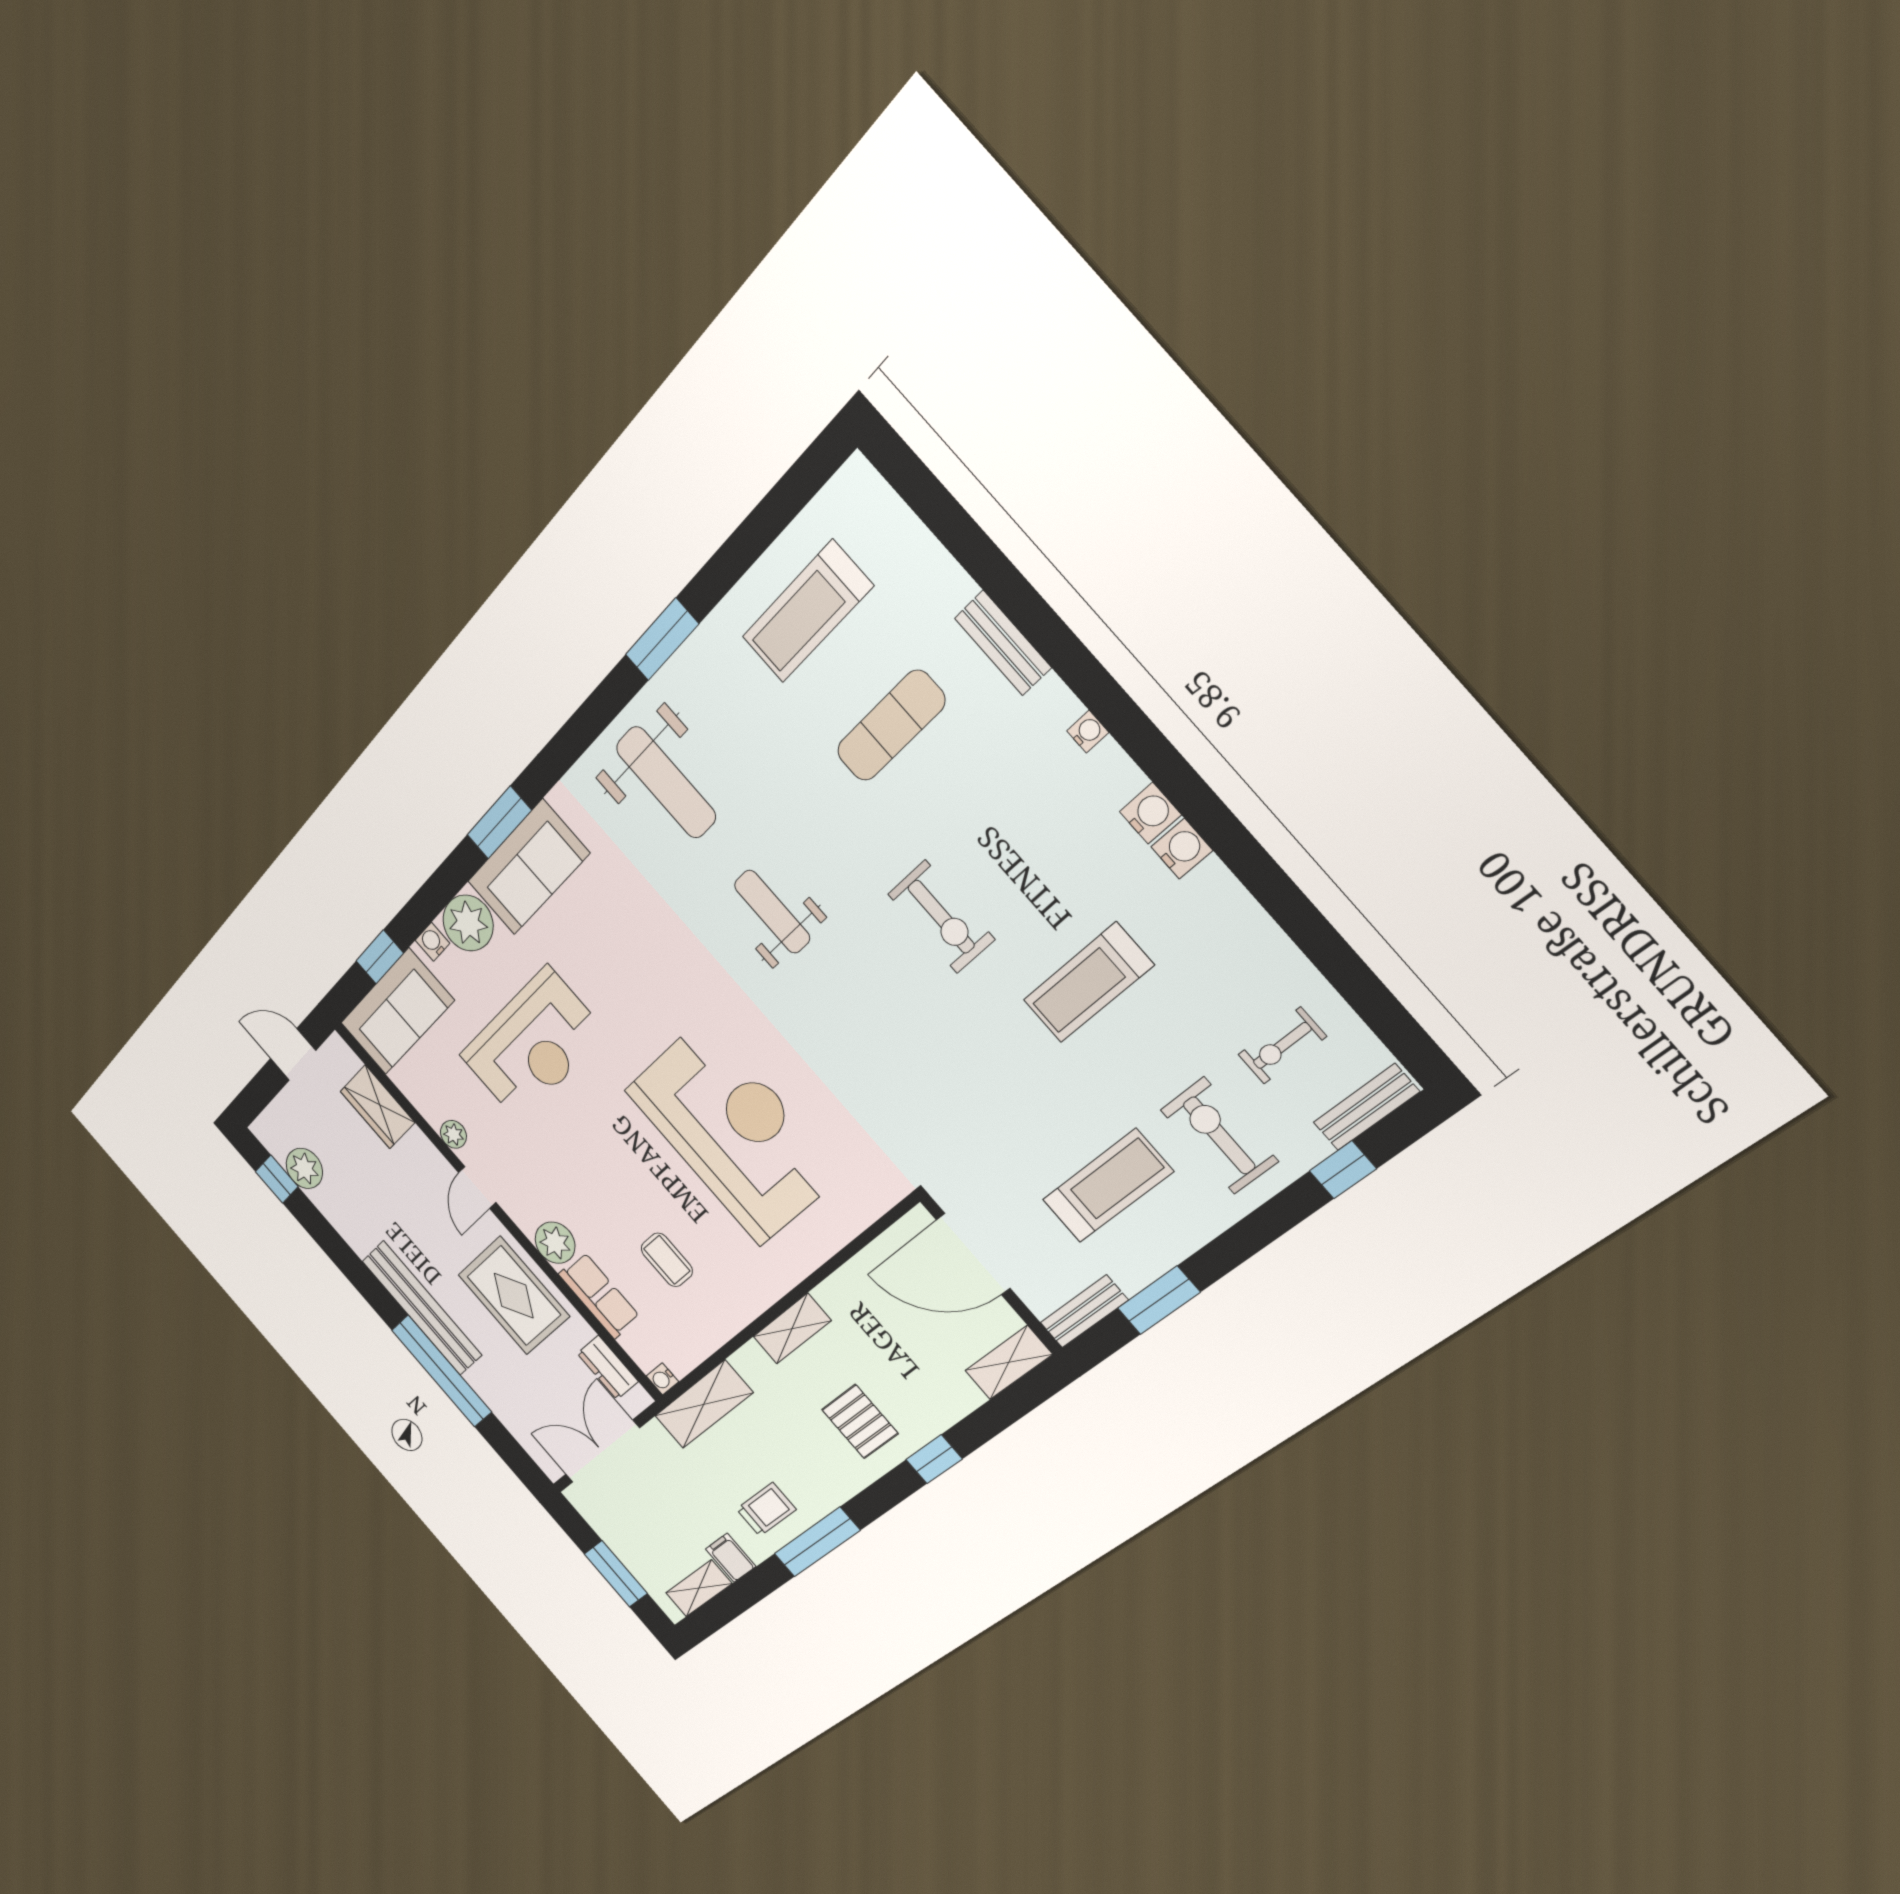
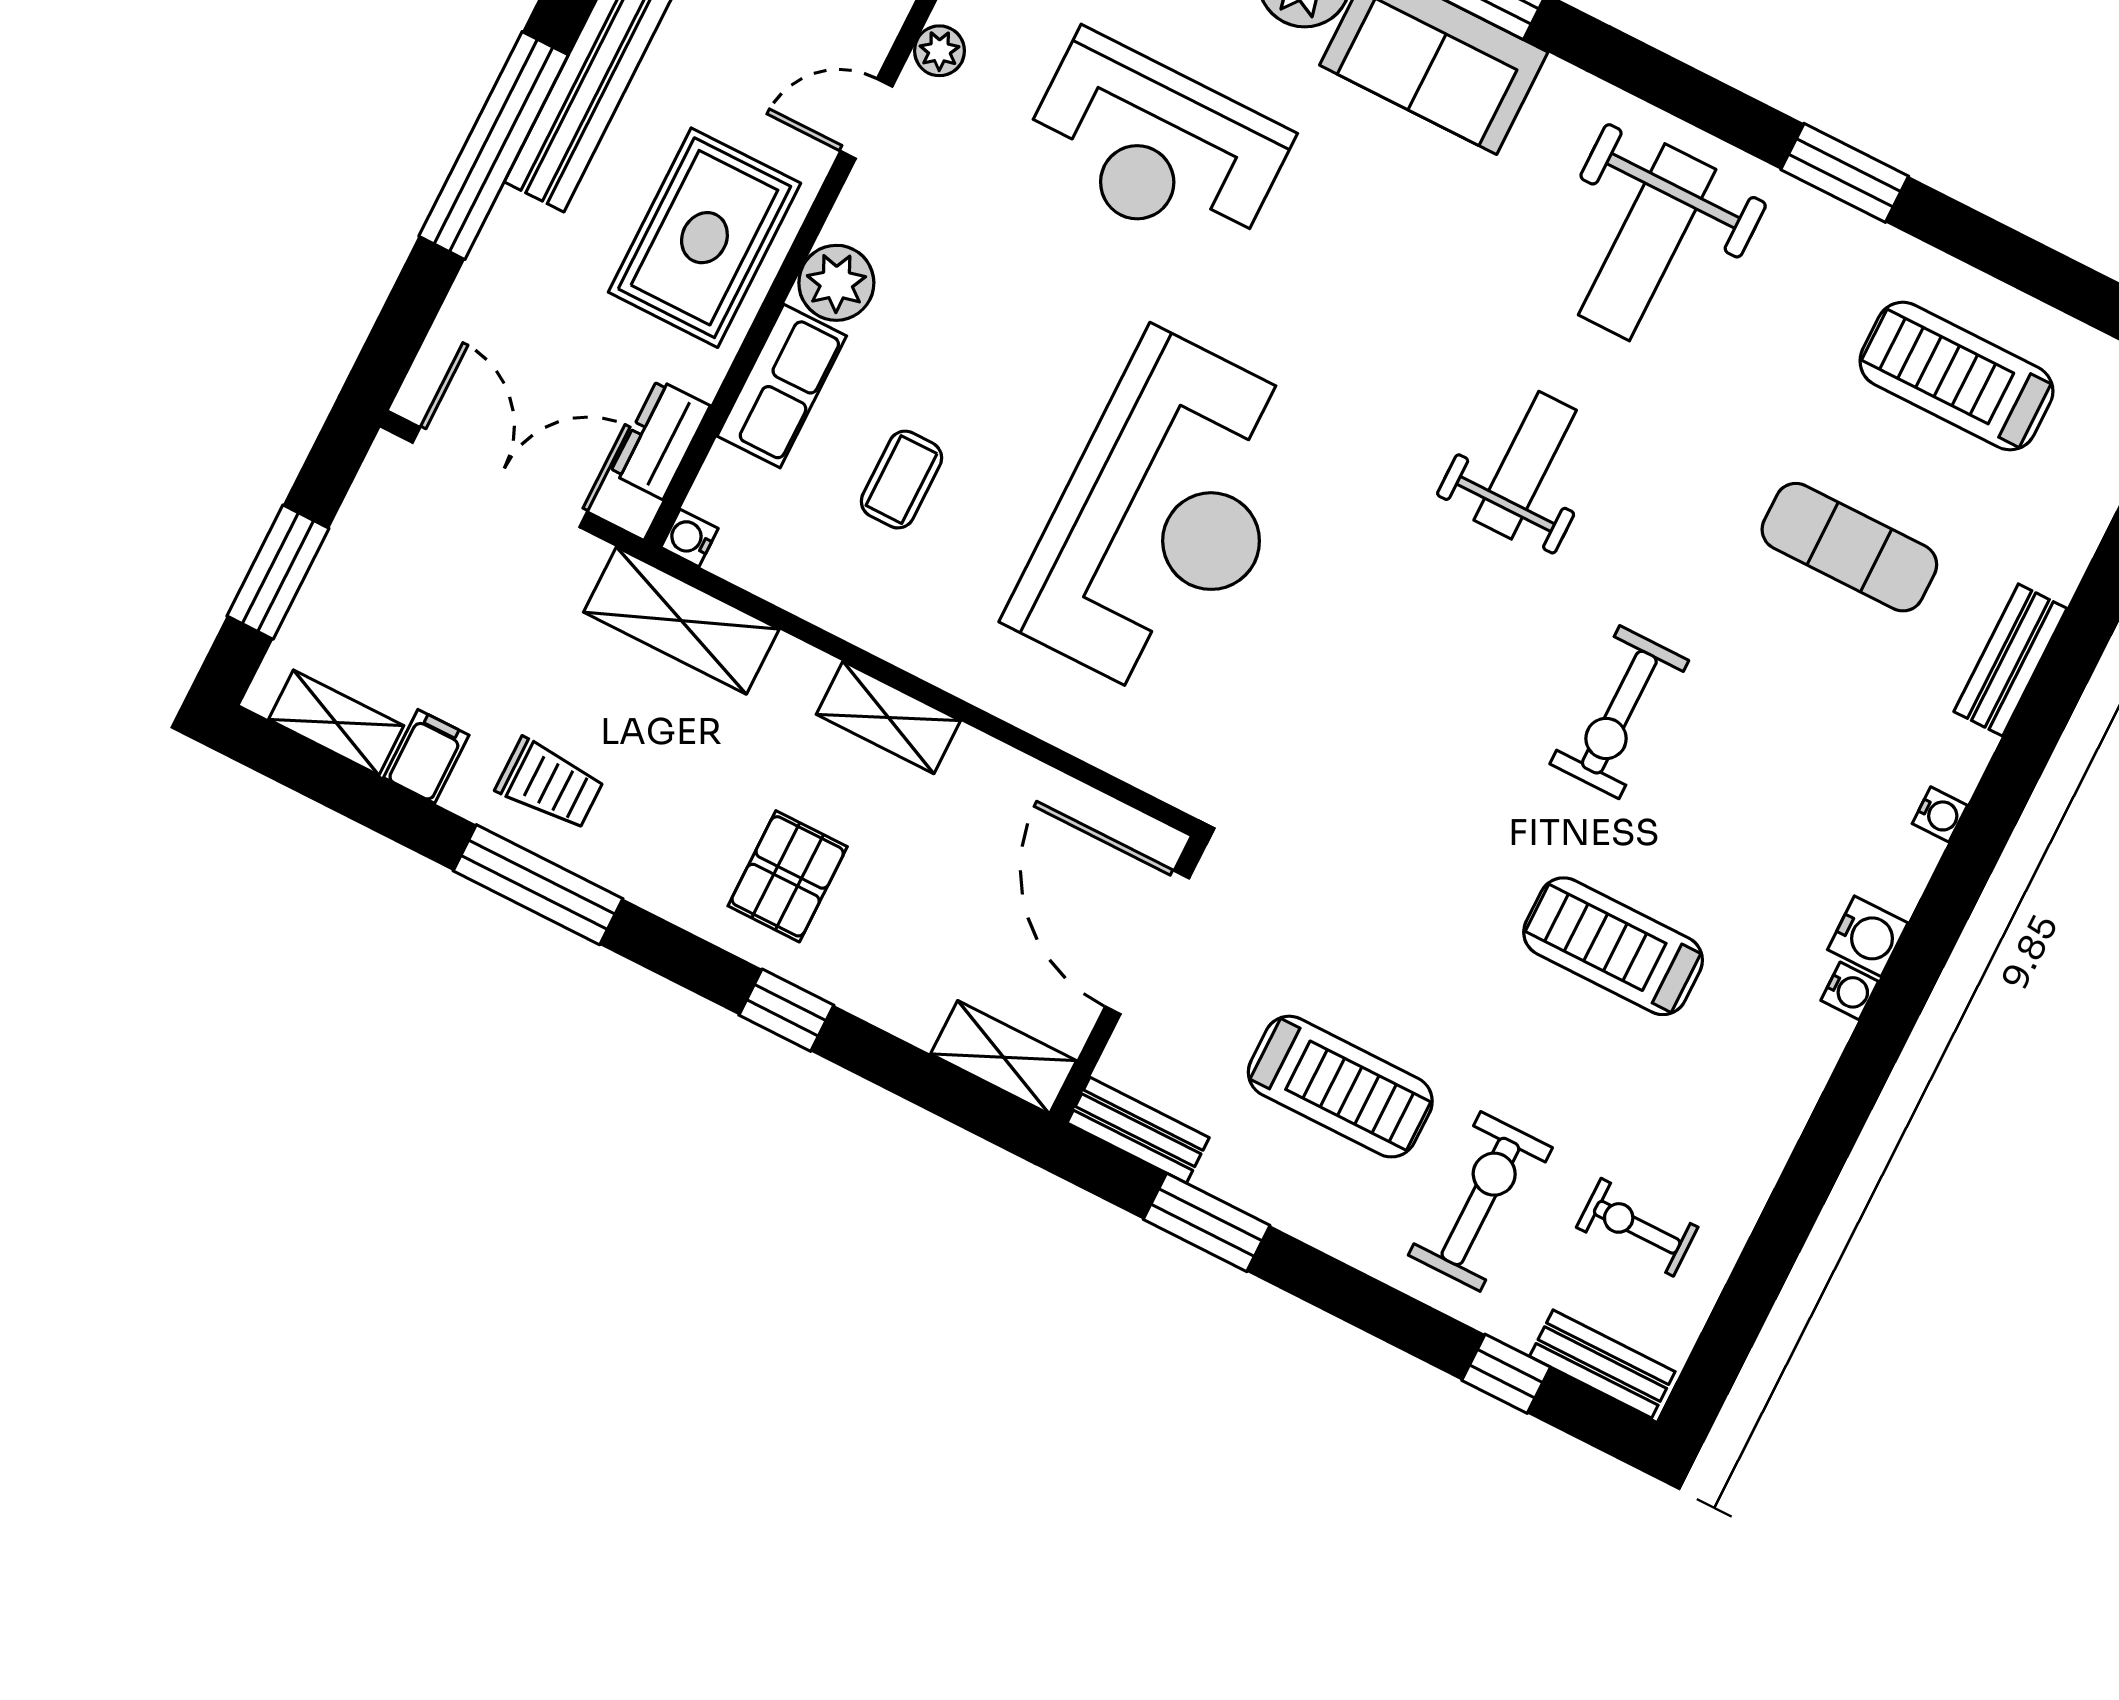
water cooler: (1182, 849) -> (1850, 991), width x0.72, depth x0.72

